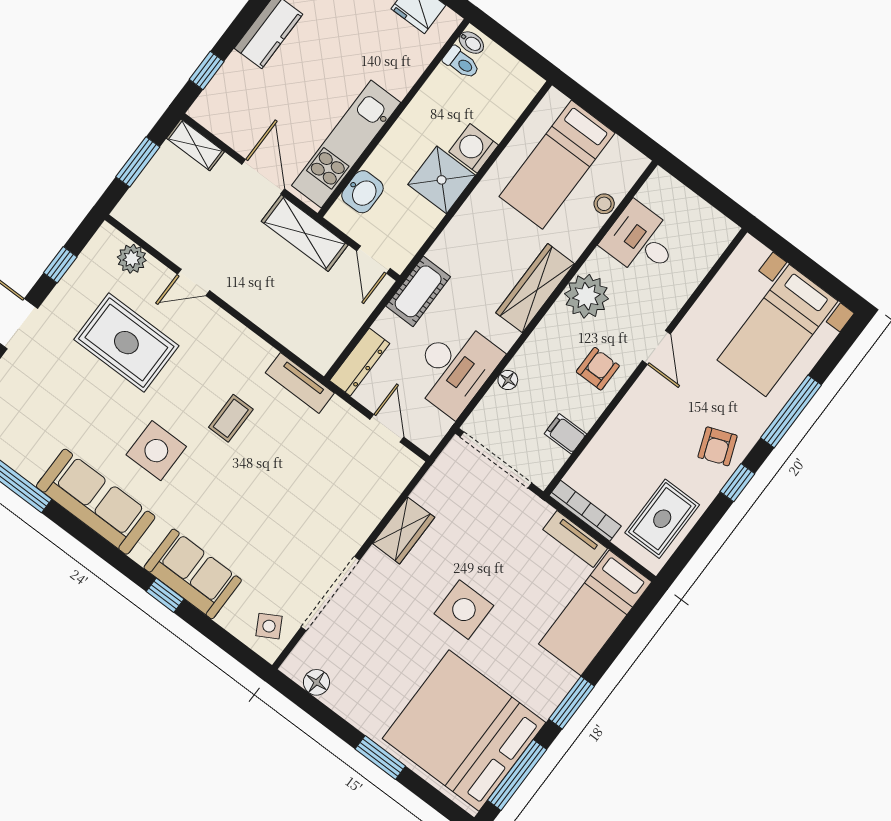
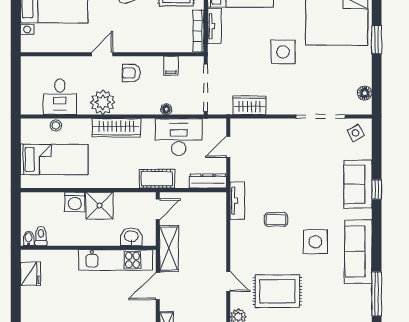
rug: (126, 343) -> (277, 291), turned 90
wardrobe: (404, 530) -> (249, 105), moved

